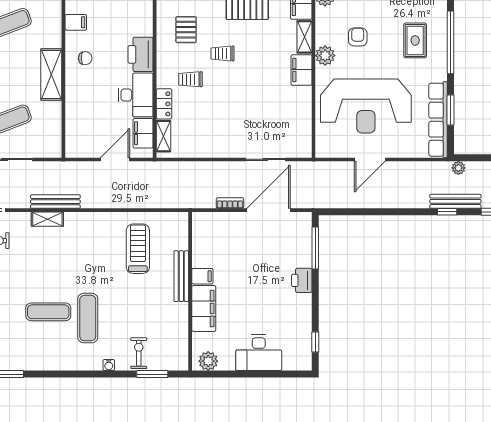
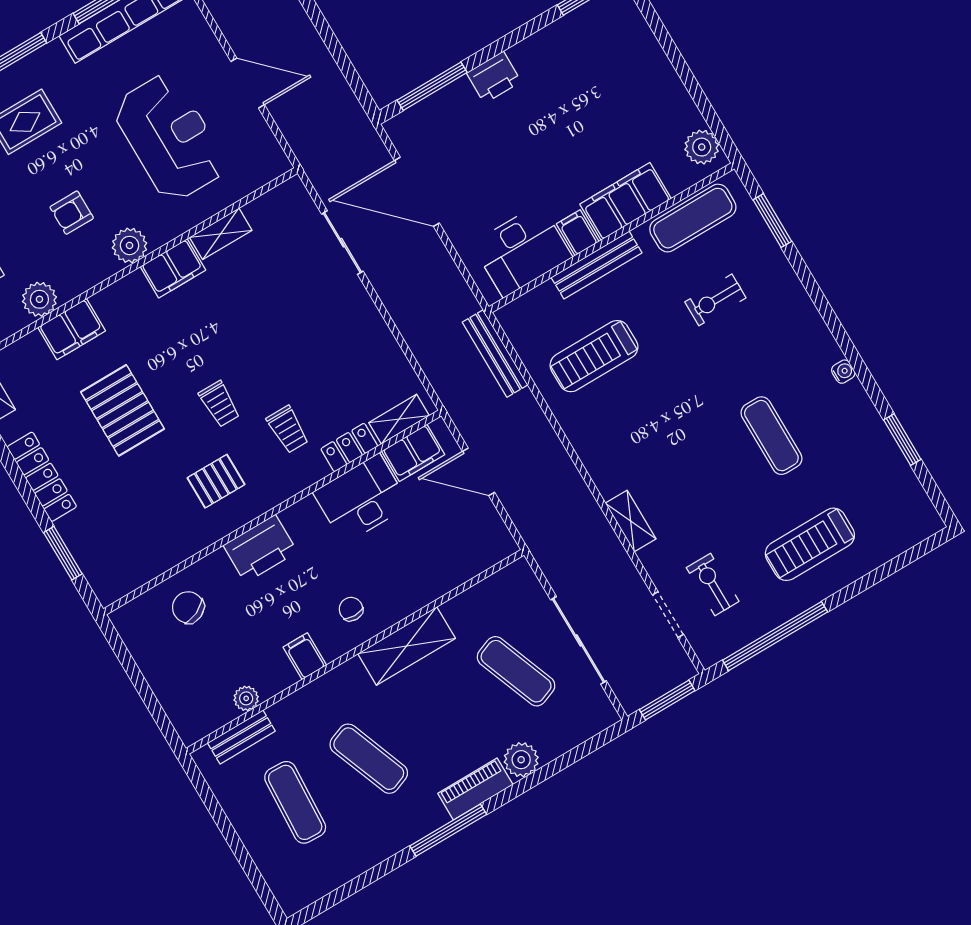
shelving: (305, 37) -> (221, 234), moved
printer: (141, 54) -> (260, 549), moved
reception desk: (366, 106) -> (170, 138), width x0.74, depth x0.77
bench: (55, 202) -> (495, 353), moved
bookcase: (230, 203) -> (441, 257), removed
exercise mat: (88, 318) -> (693, 218), moved
exercise bike: (139, 353) -> (715, 300), moved
desk: (259, 353) -> (522, 250), moved, turned 90
water cooler: (109, 365) -> (843, 372), moved

